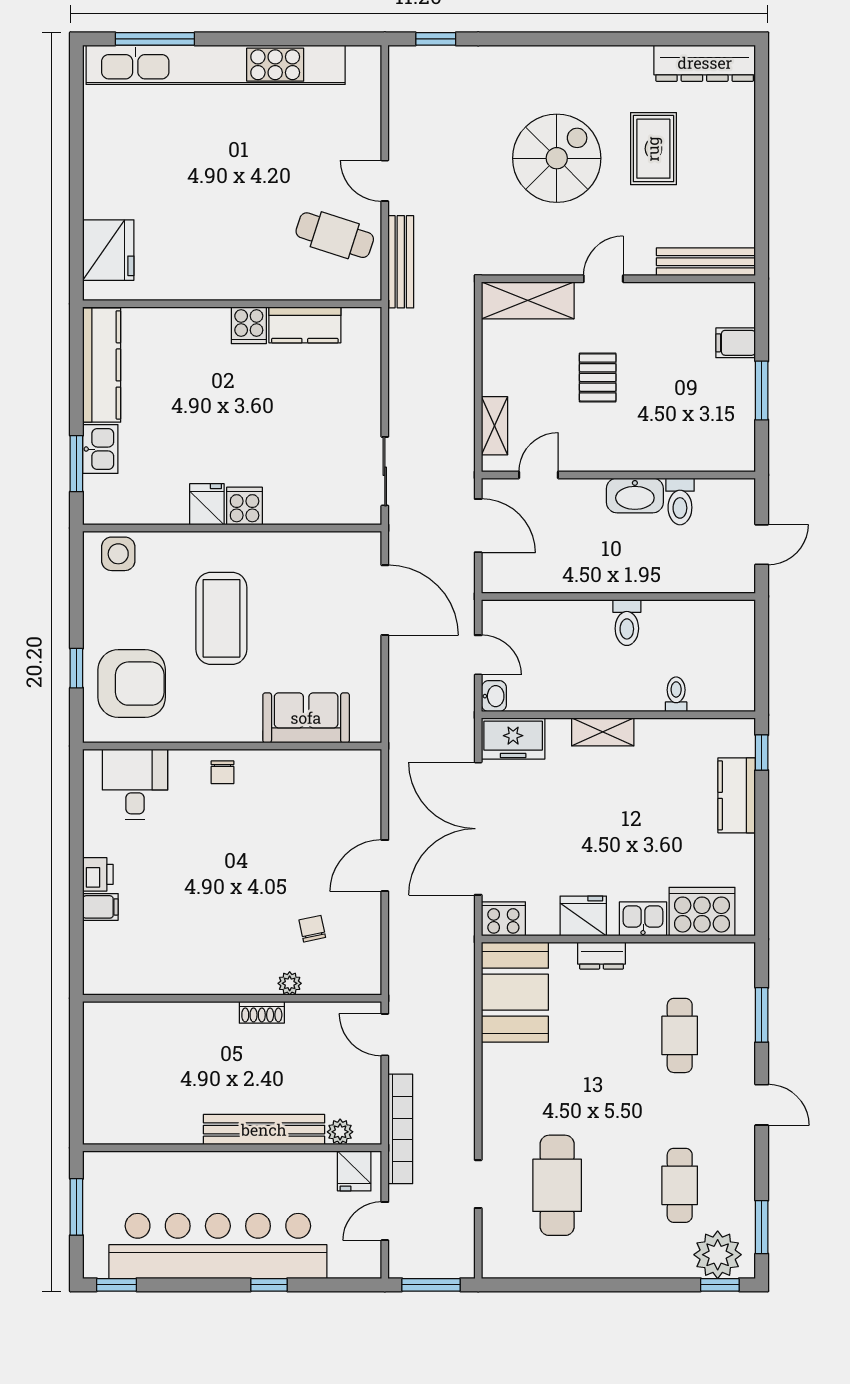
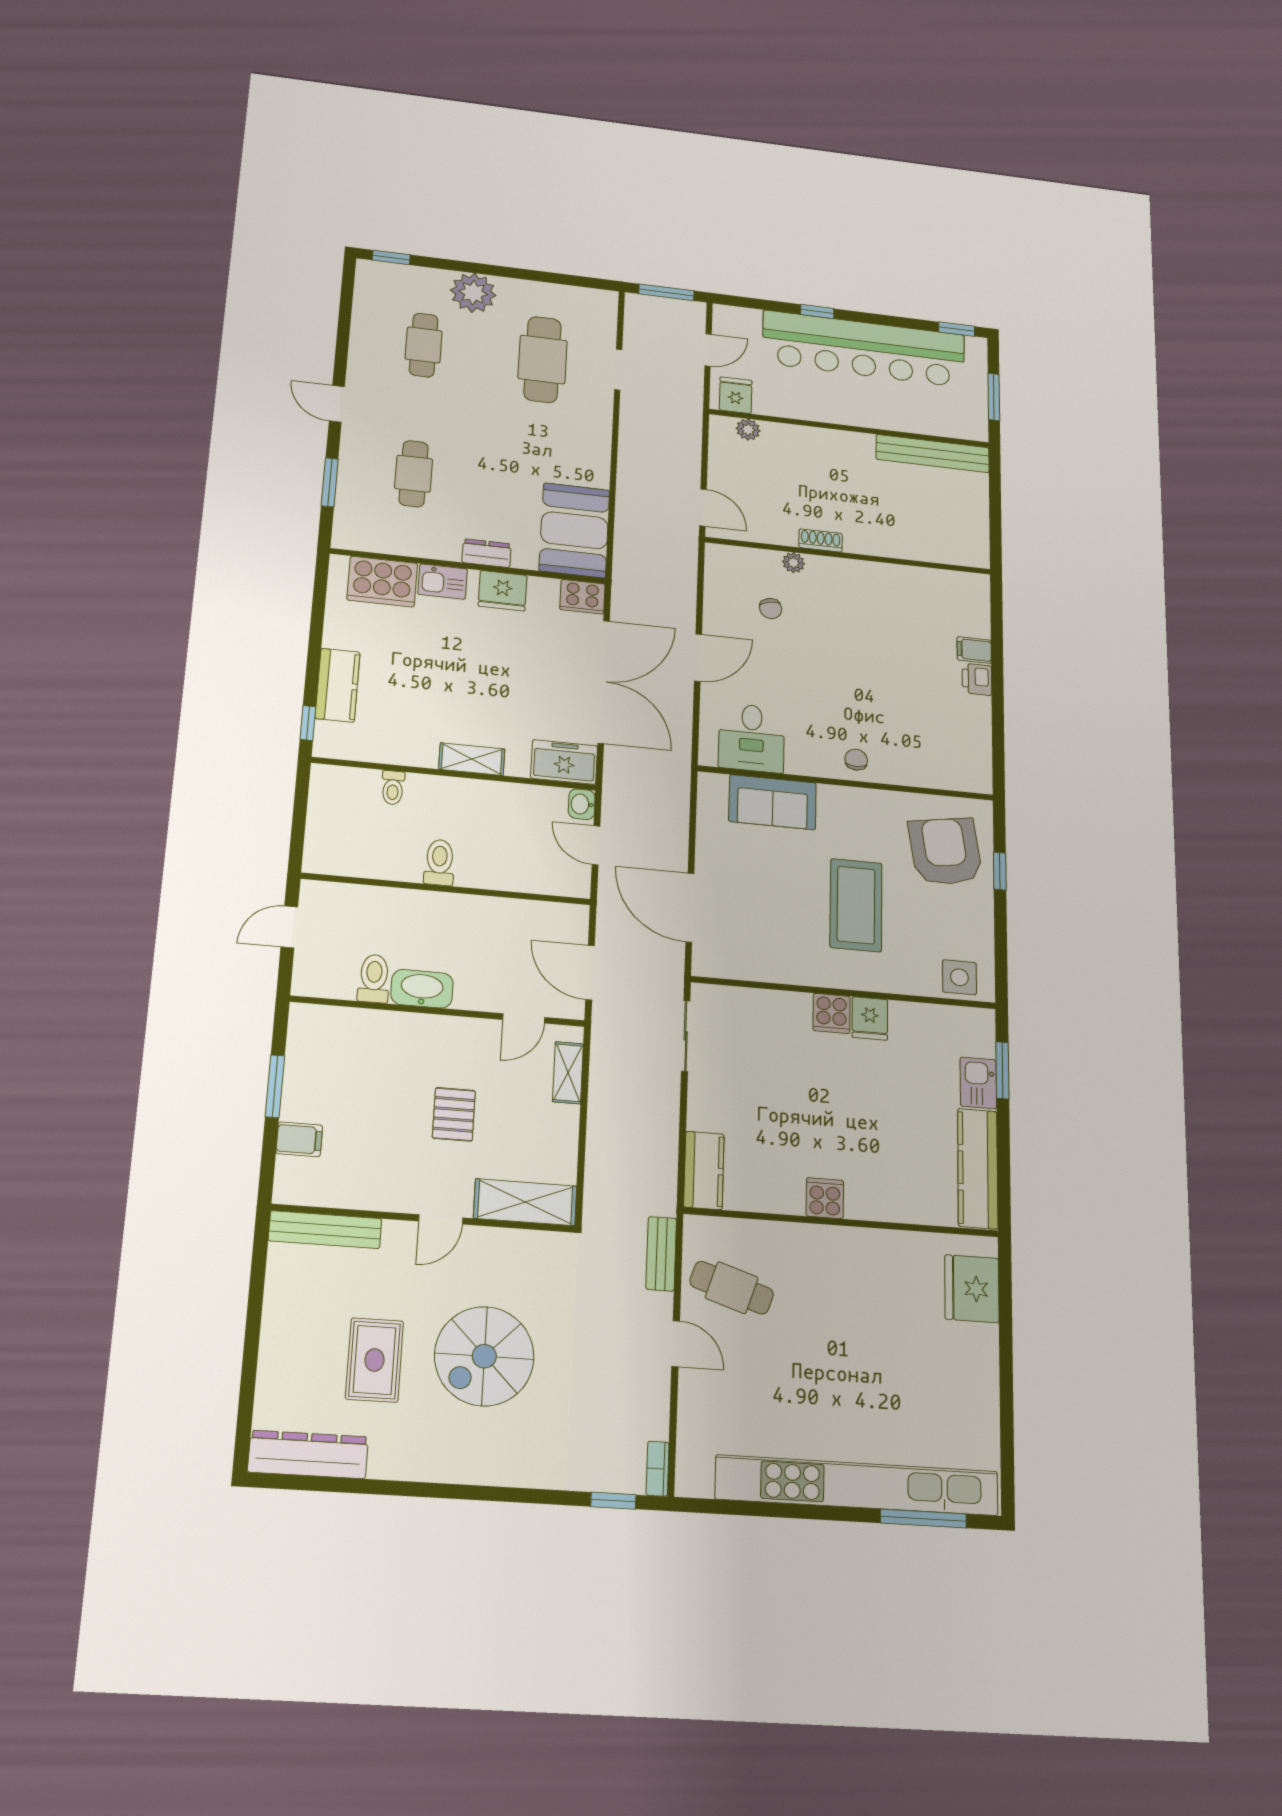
bench: (401, 262) -> (661, 1254), width x0.73
kitchen counter: (305, 325) -> (704, 1170), moved, turned 90
armchair: (132, 684) -> (945, 851), turned 81
desk: (135, 784) -> (752, 738), moved
bookcase: (400, 1129) -> (658, 1469), moved, width x0.43, depth x0.76
bench: (264, 1130) -> (933, 453), moved
window: (762, 1227) -> (346, 300), removed
plant: (718, 1255) -> (473, 293), moved

